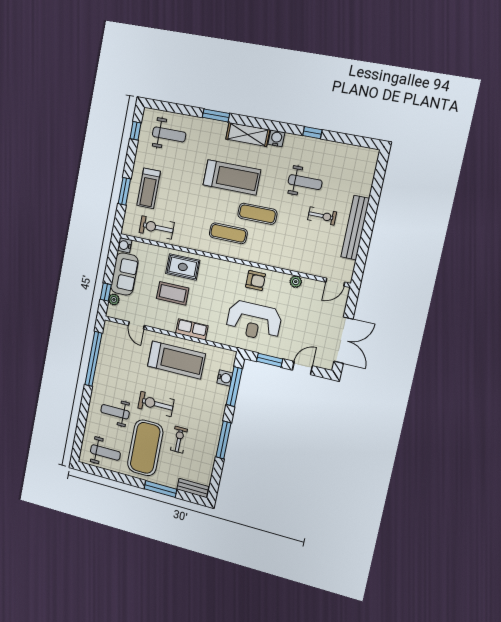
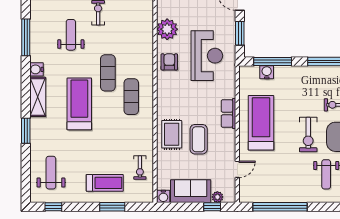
window: (312, 133) -> (26, 37), width x2.17
exercise bike: (157, 227) -> (140, 168), width x0.73, depth x0.72
plant: (296, 282) -> (167, 29), width x1.87, depth x1.87

